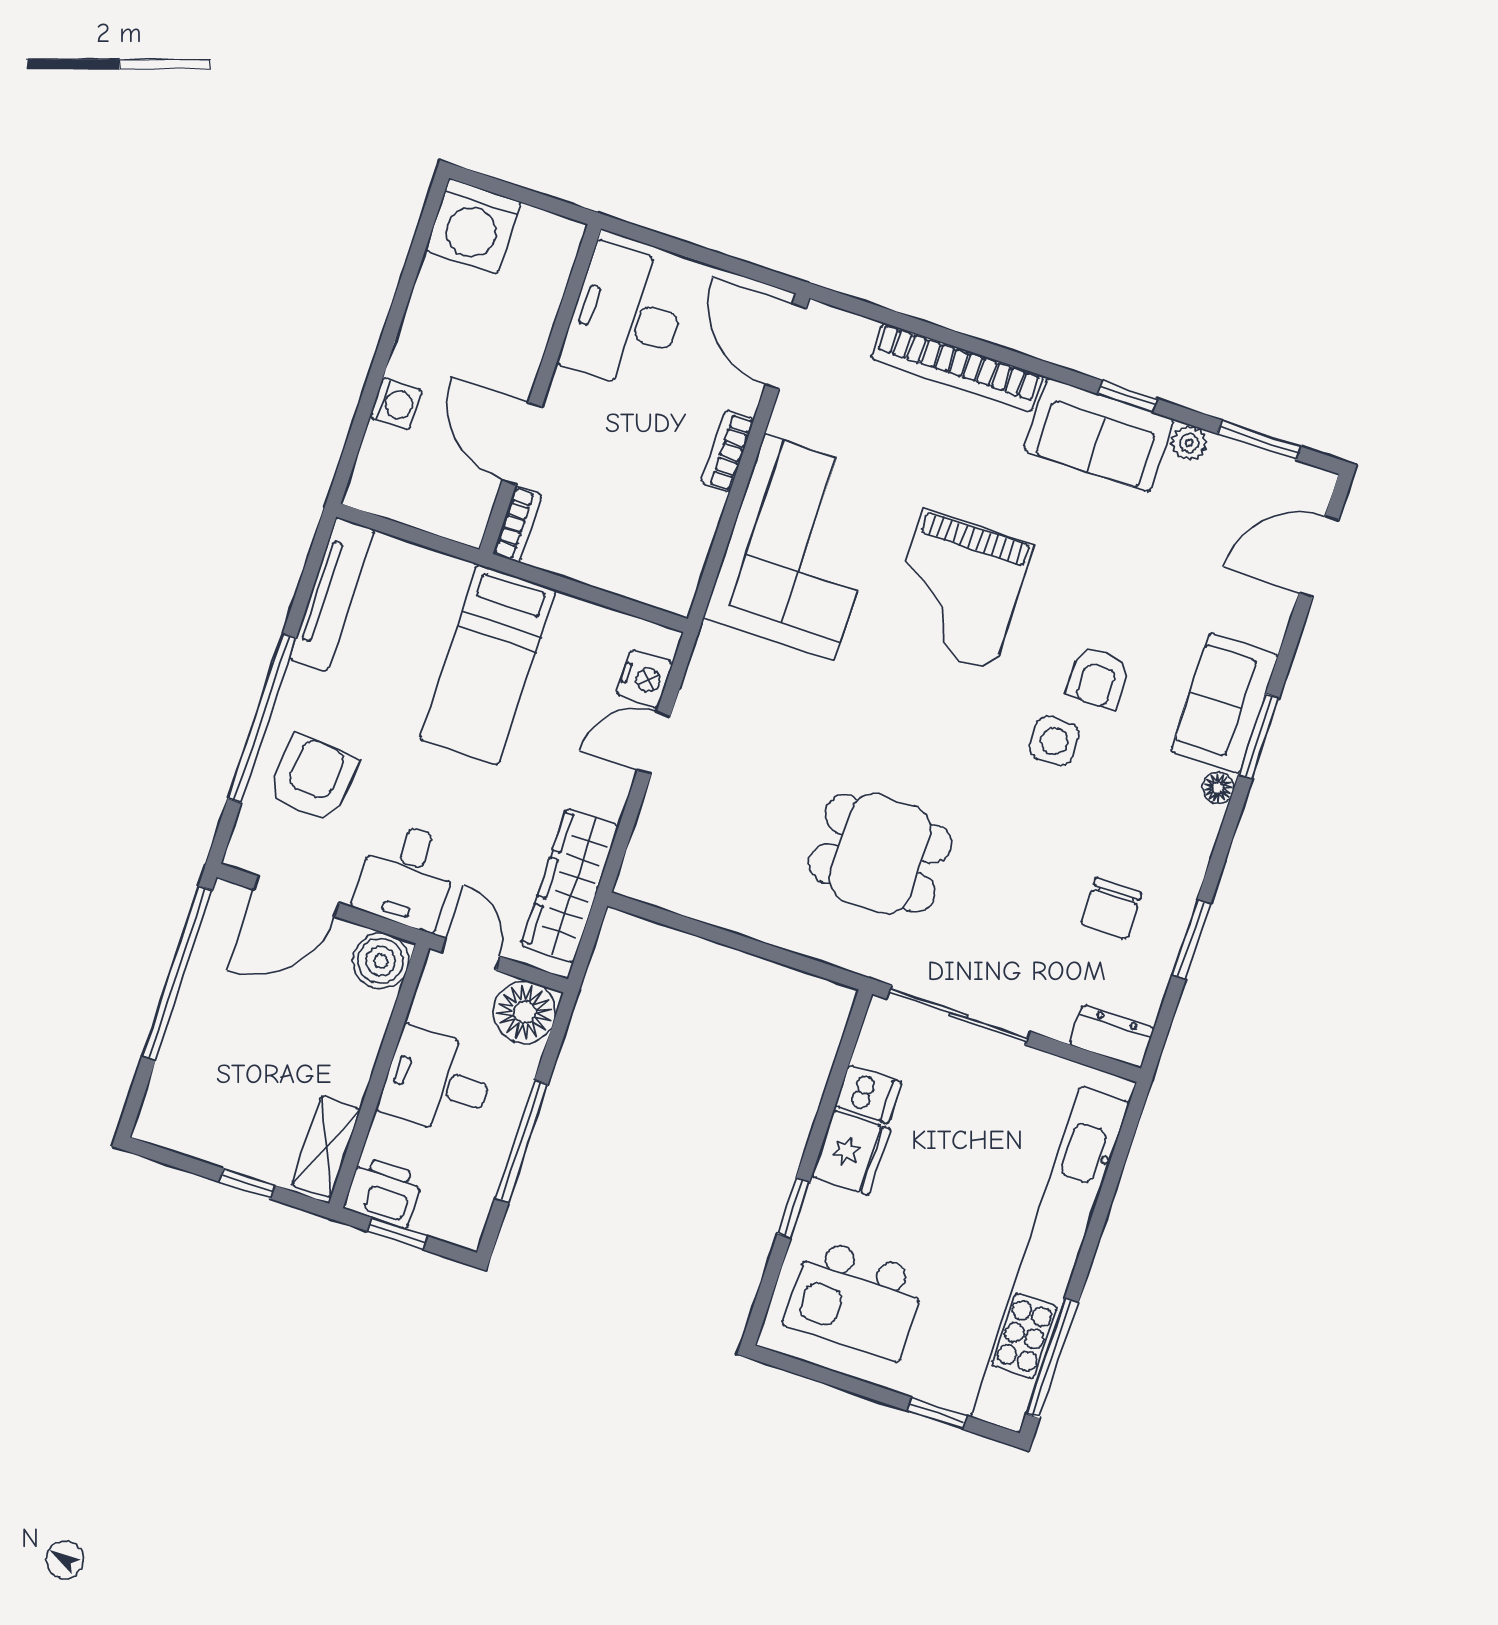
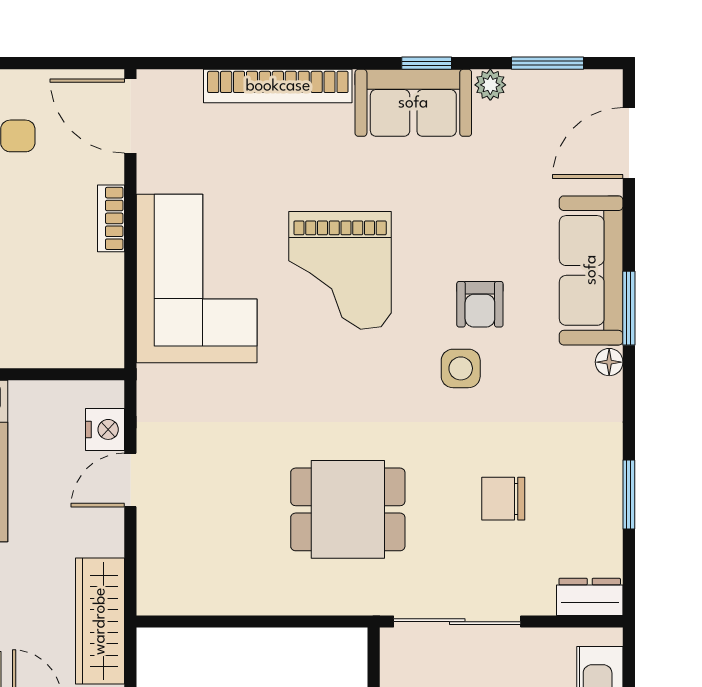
sofa: (1224, 703) -> (591, 270), width x1.36
chair: (1111, 908) -> (503, 499), moved, turned 90

